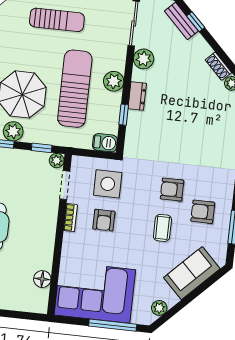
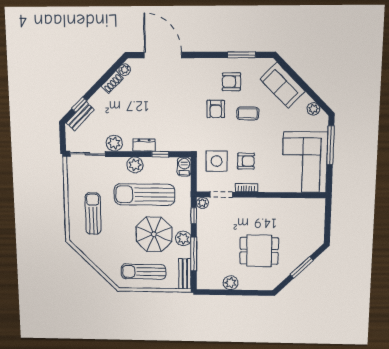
armchair: (203, 212) -> (231, 82), turned 90
floor lamp: (42, 279) -> (298, 205), removed

